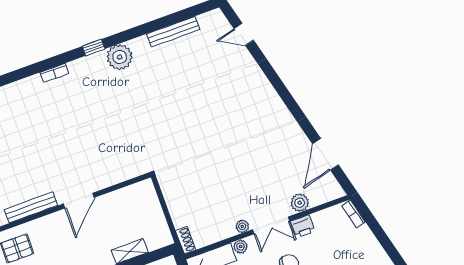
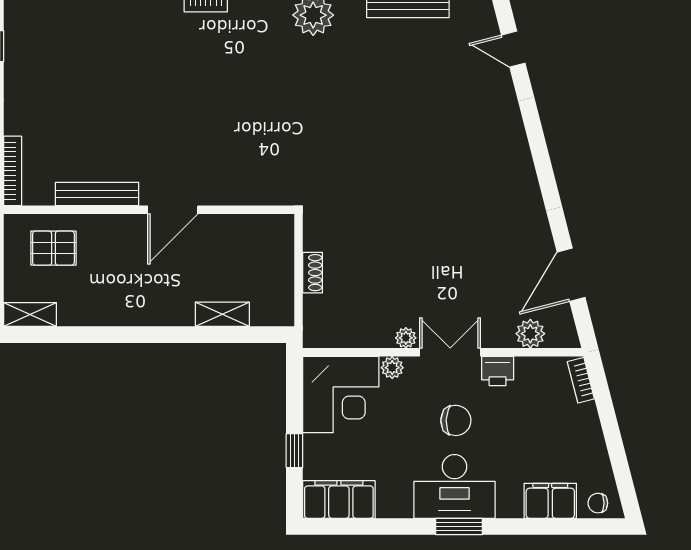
plant: (300, 203) -> (530, 334), moved
double door: (271, 225) -> (450, 352), swing flipped
shoe rack: (186, 240) -> (313, 273), moved

